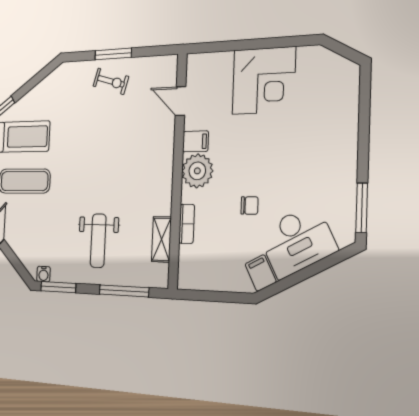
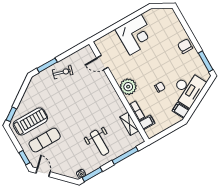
window: (113, 54) -> (47, 65), moved
filing cabinet: (195, 141) -> (147, 122), moved
chair: (340, 155) -> (185, 46), added

